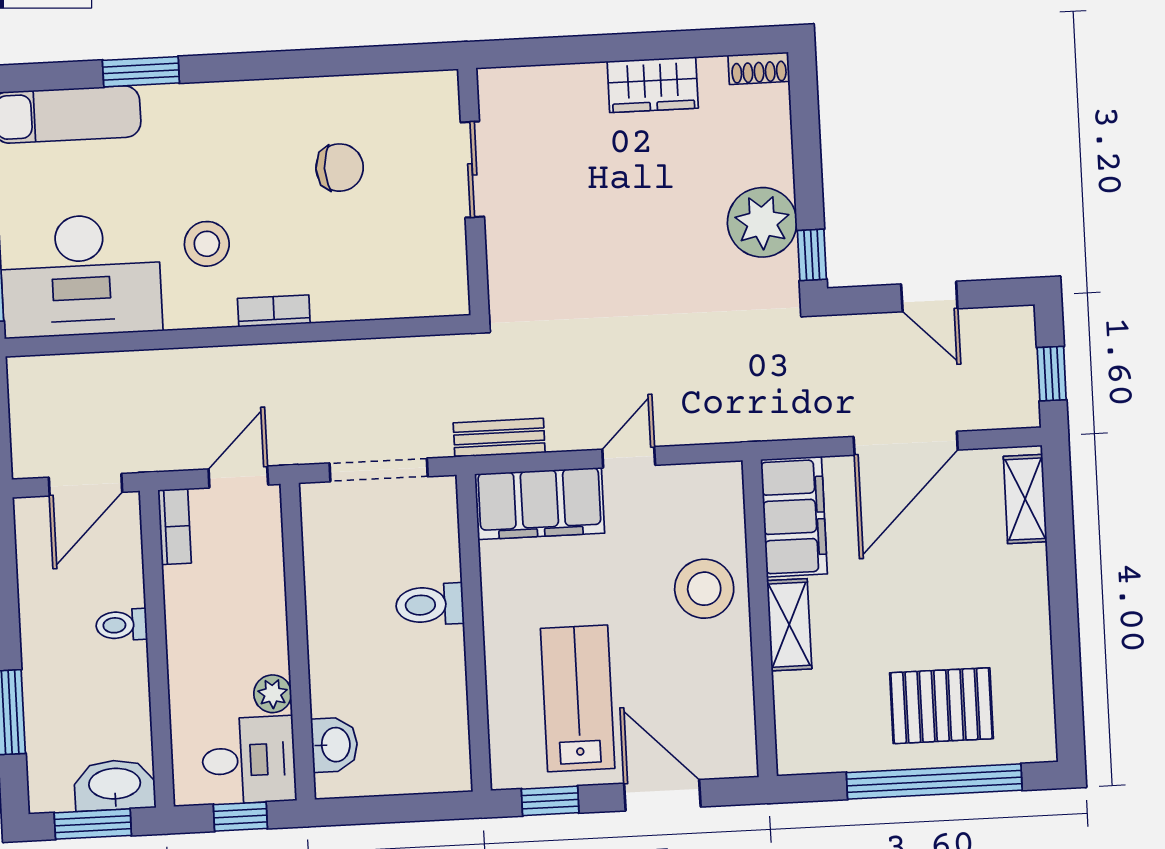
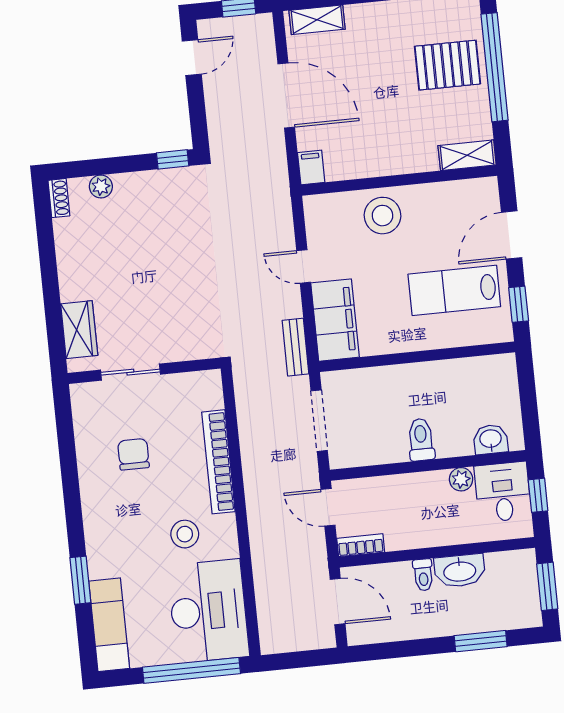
wardrobe: (653, 85) -> (79, 330), moved
plant: (762, 222) -> (101, 186), moved, width x0.53, depth x0.53
door: (929, 296) -> (192, 58), moved
bookcase: (274, 311) -> (218, 462), width x2.31, depth x1.31
filing cabinet: (794, 517) -> (311, 167), width x0.33, depth x0.86
toilet: (430, 605) -> (421, 440), moved, turned 180
shelving: (789, 625) -> (467, 155), moved
pallet: (941, 706) -> (447, 65), turned 90
washbasin: (115, 785) -> (460, 571), moved, turned -90

